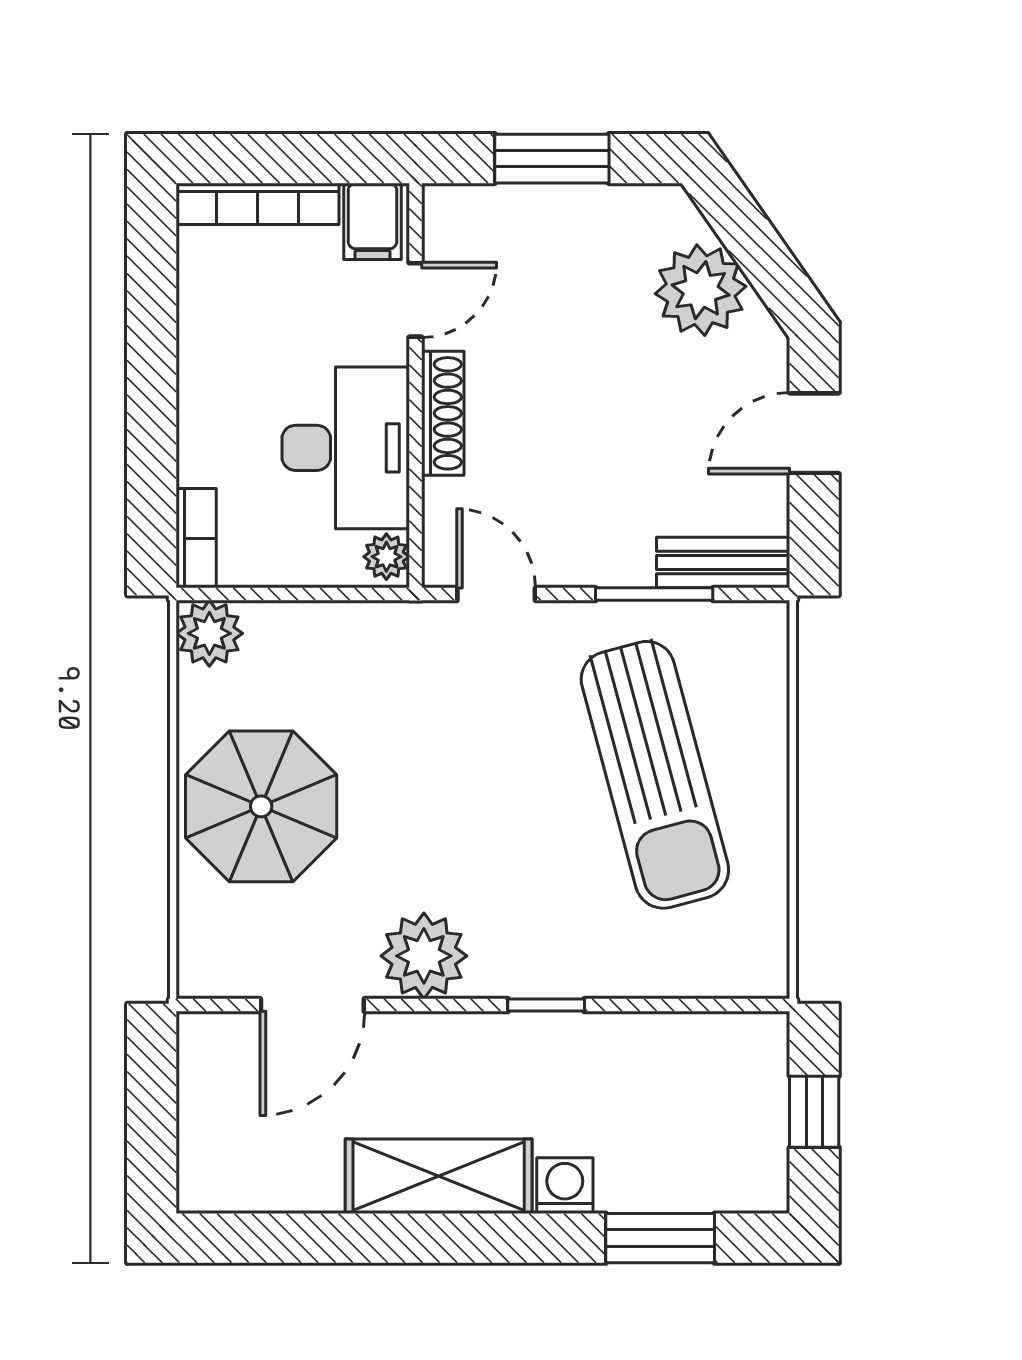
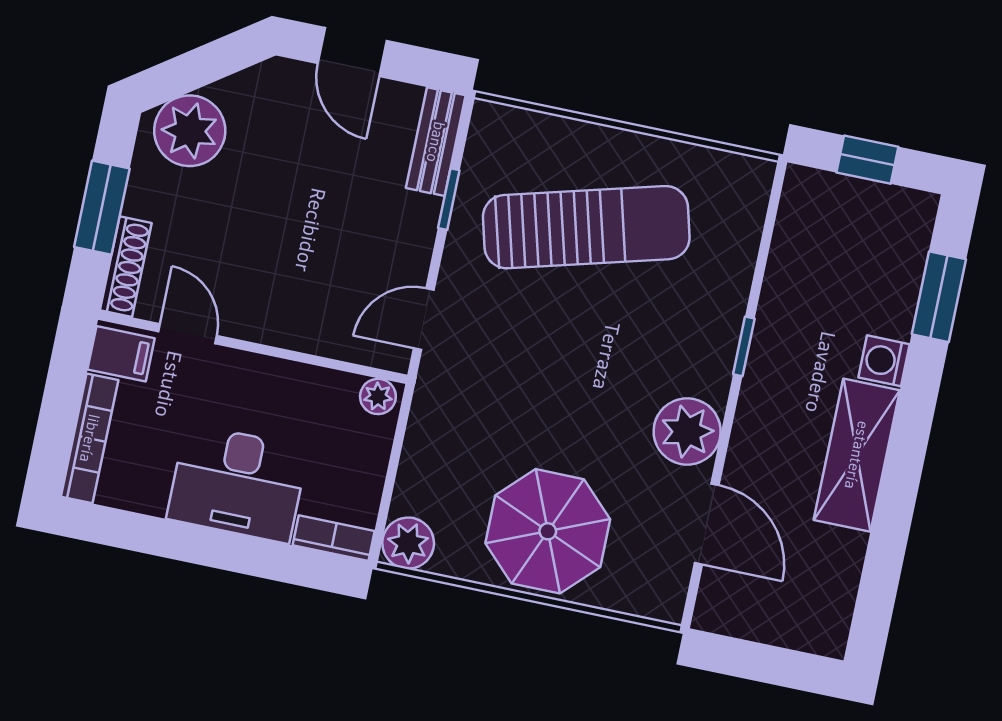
plant: (701, 290) -> (190, 131), moved
shoe rack: (443, 413) -> (126, 267), moved, turned 90
desk: (346, 448) -> (238, 483), moved, turned 180
window: (654, 594) -> (449, 199), width x0.67

